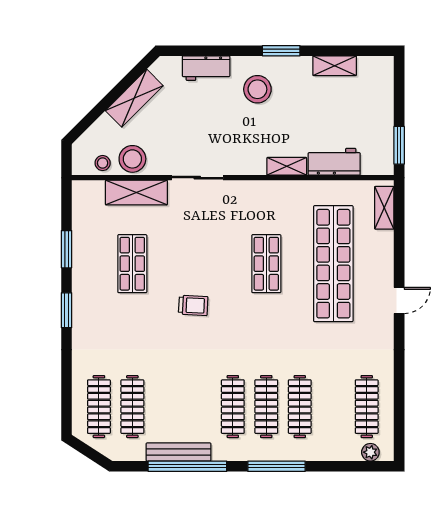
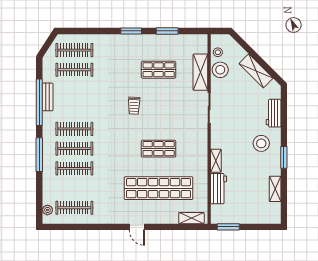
bench: (179, 452) -> (48, 97), width x0.73

